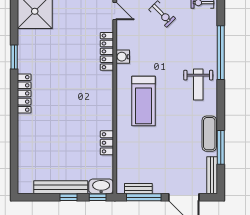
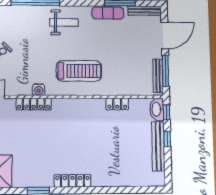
bench: (138, 189) -> (158, 76), width x1.36

